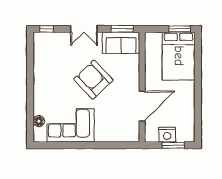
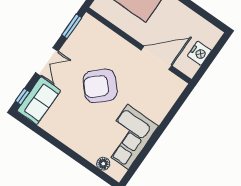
sofa: (121, 43) -> (39, 101), moved
door: (142, 106) -> (156, 58), hinge flipped
window: (173, 145) -> (213, 54), removed

